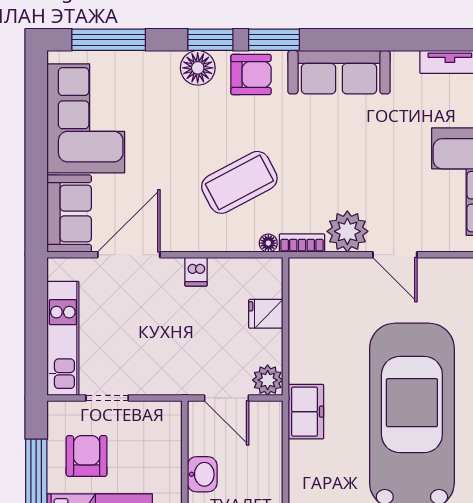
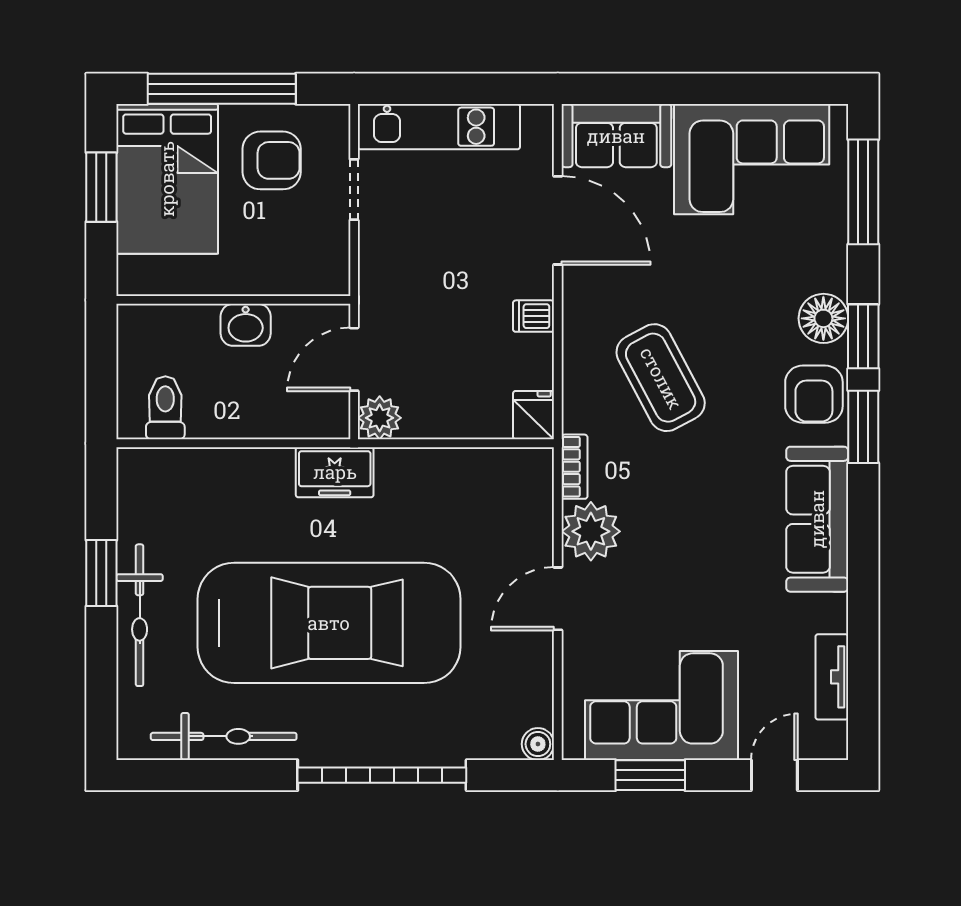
floor lamp: (268, 243) -> (574, 419), removed
fridge: (266, 314) -> (534, 415), moved

